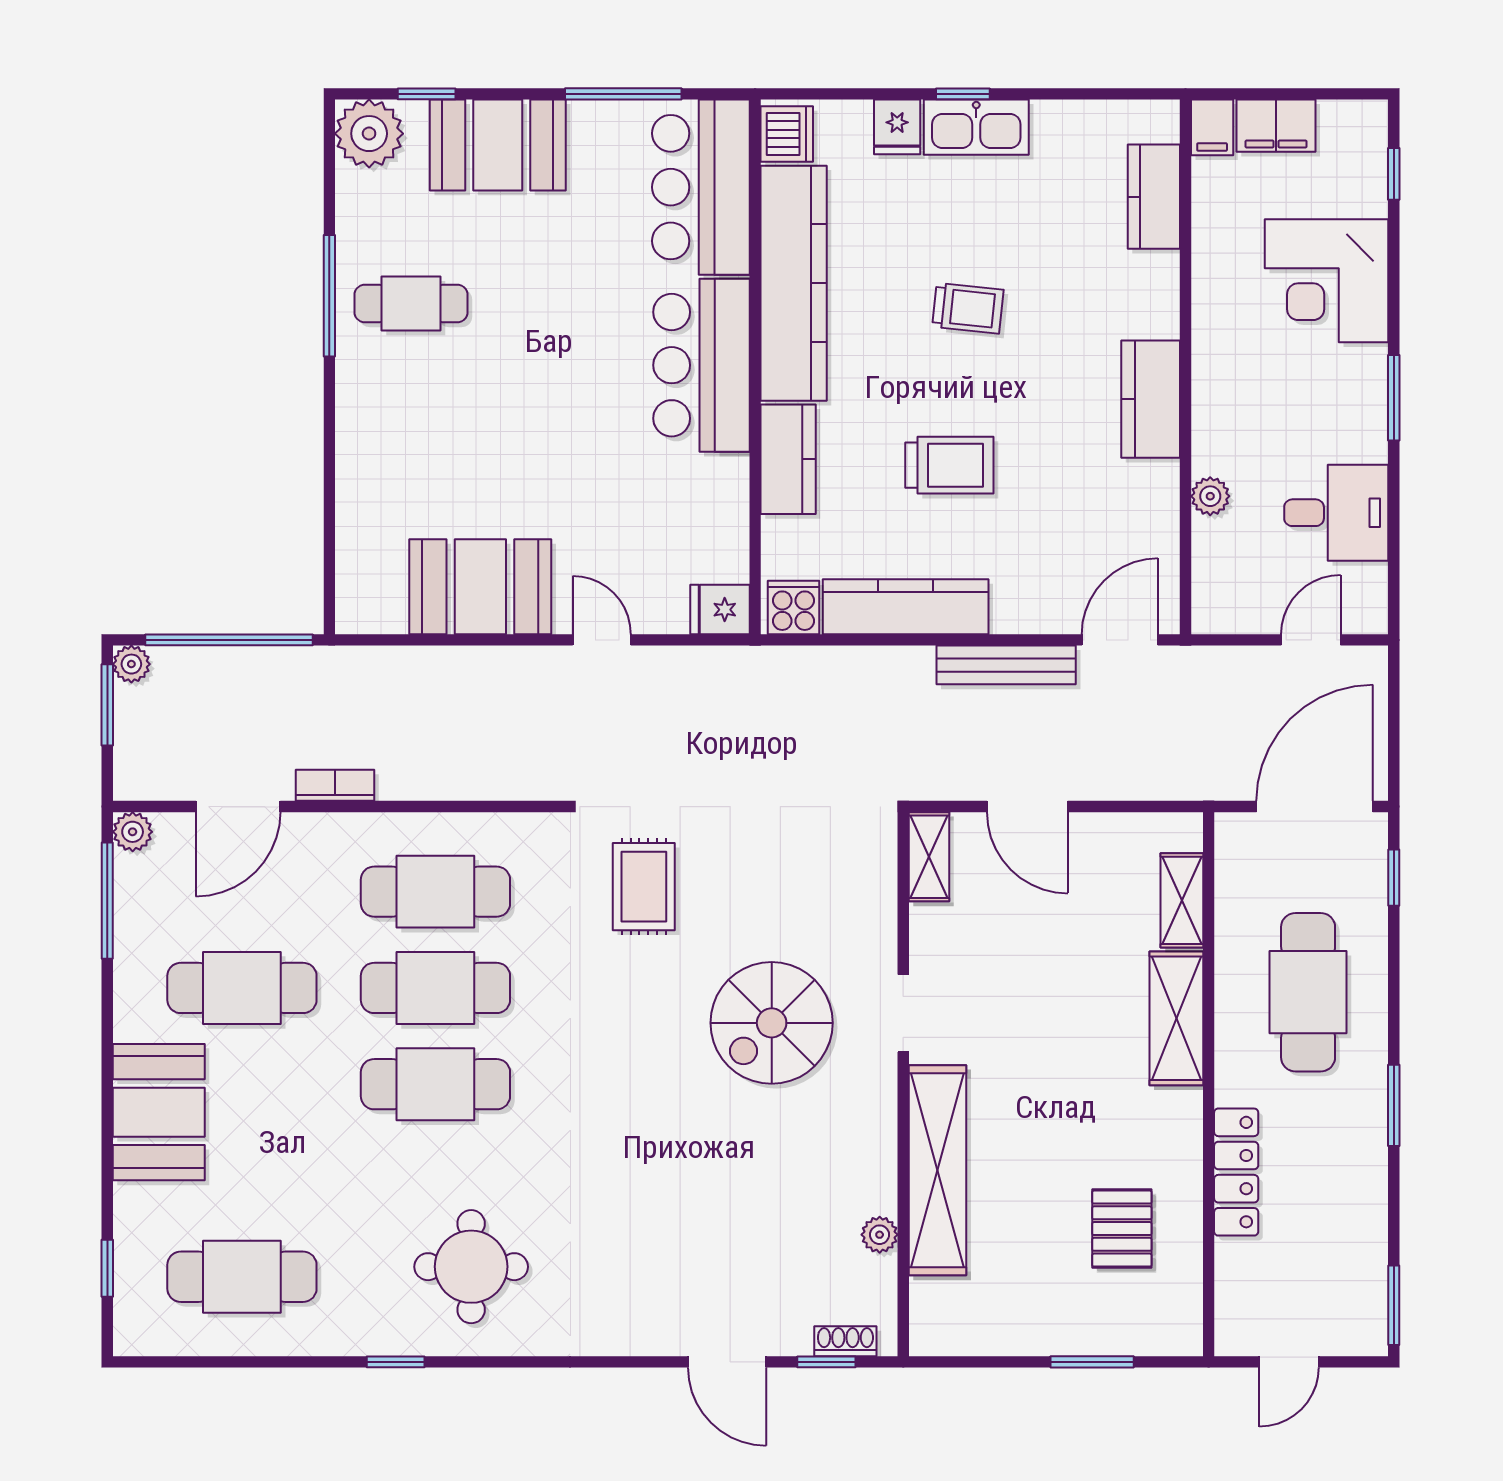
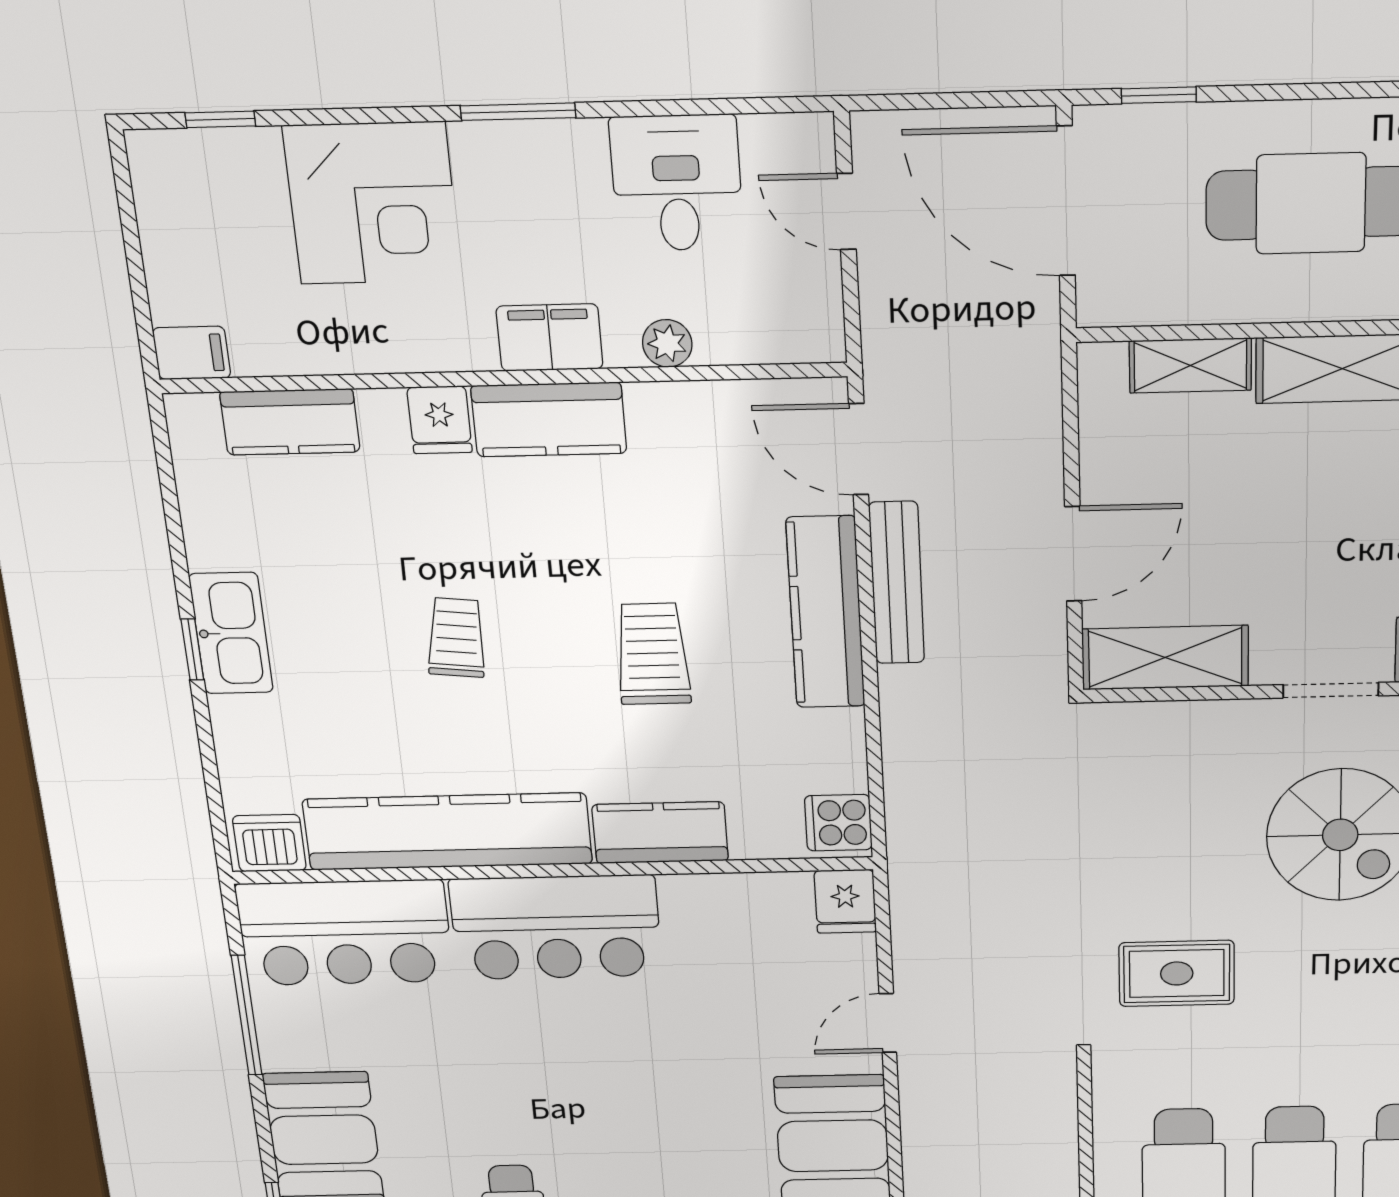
filing cabinet: (1276, 126) -> (550, 338), moved, turned -90
fridge: (897, 127) -> (440, 420), moved, turned 90
kitchen counter: (906, 607) -> (826, 612), moved
shelving: (929, 857) -> (1165, 658), width x1.50, depth x1.33

